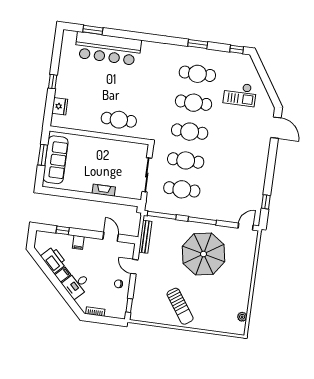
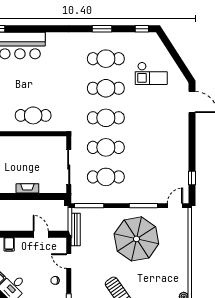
window: (202, 221) -> (143, 206), moved

